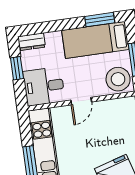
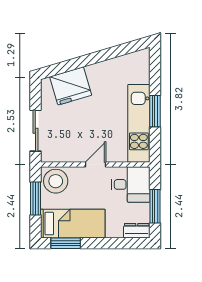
window: (17, 68) -> (155, 206), width x1.50

